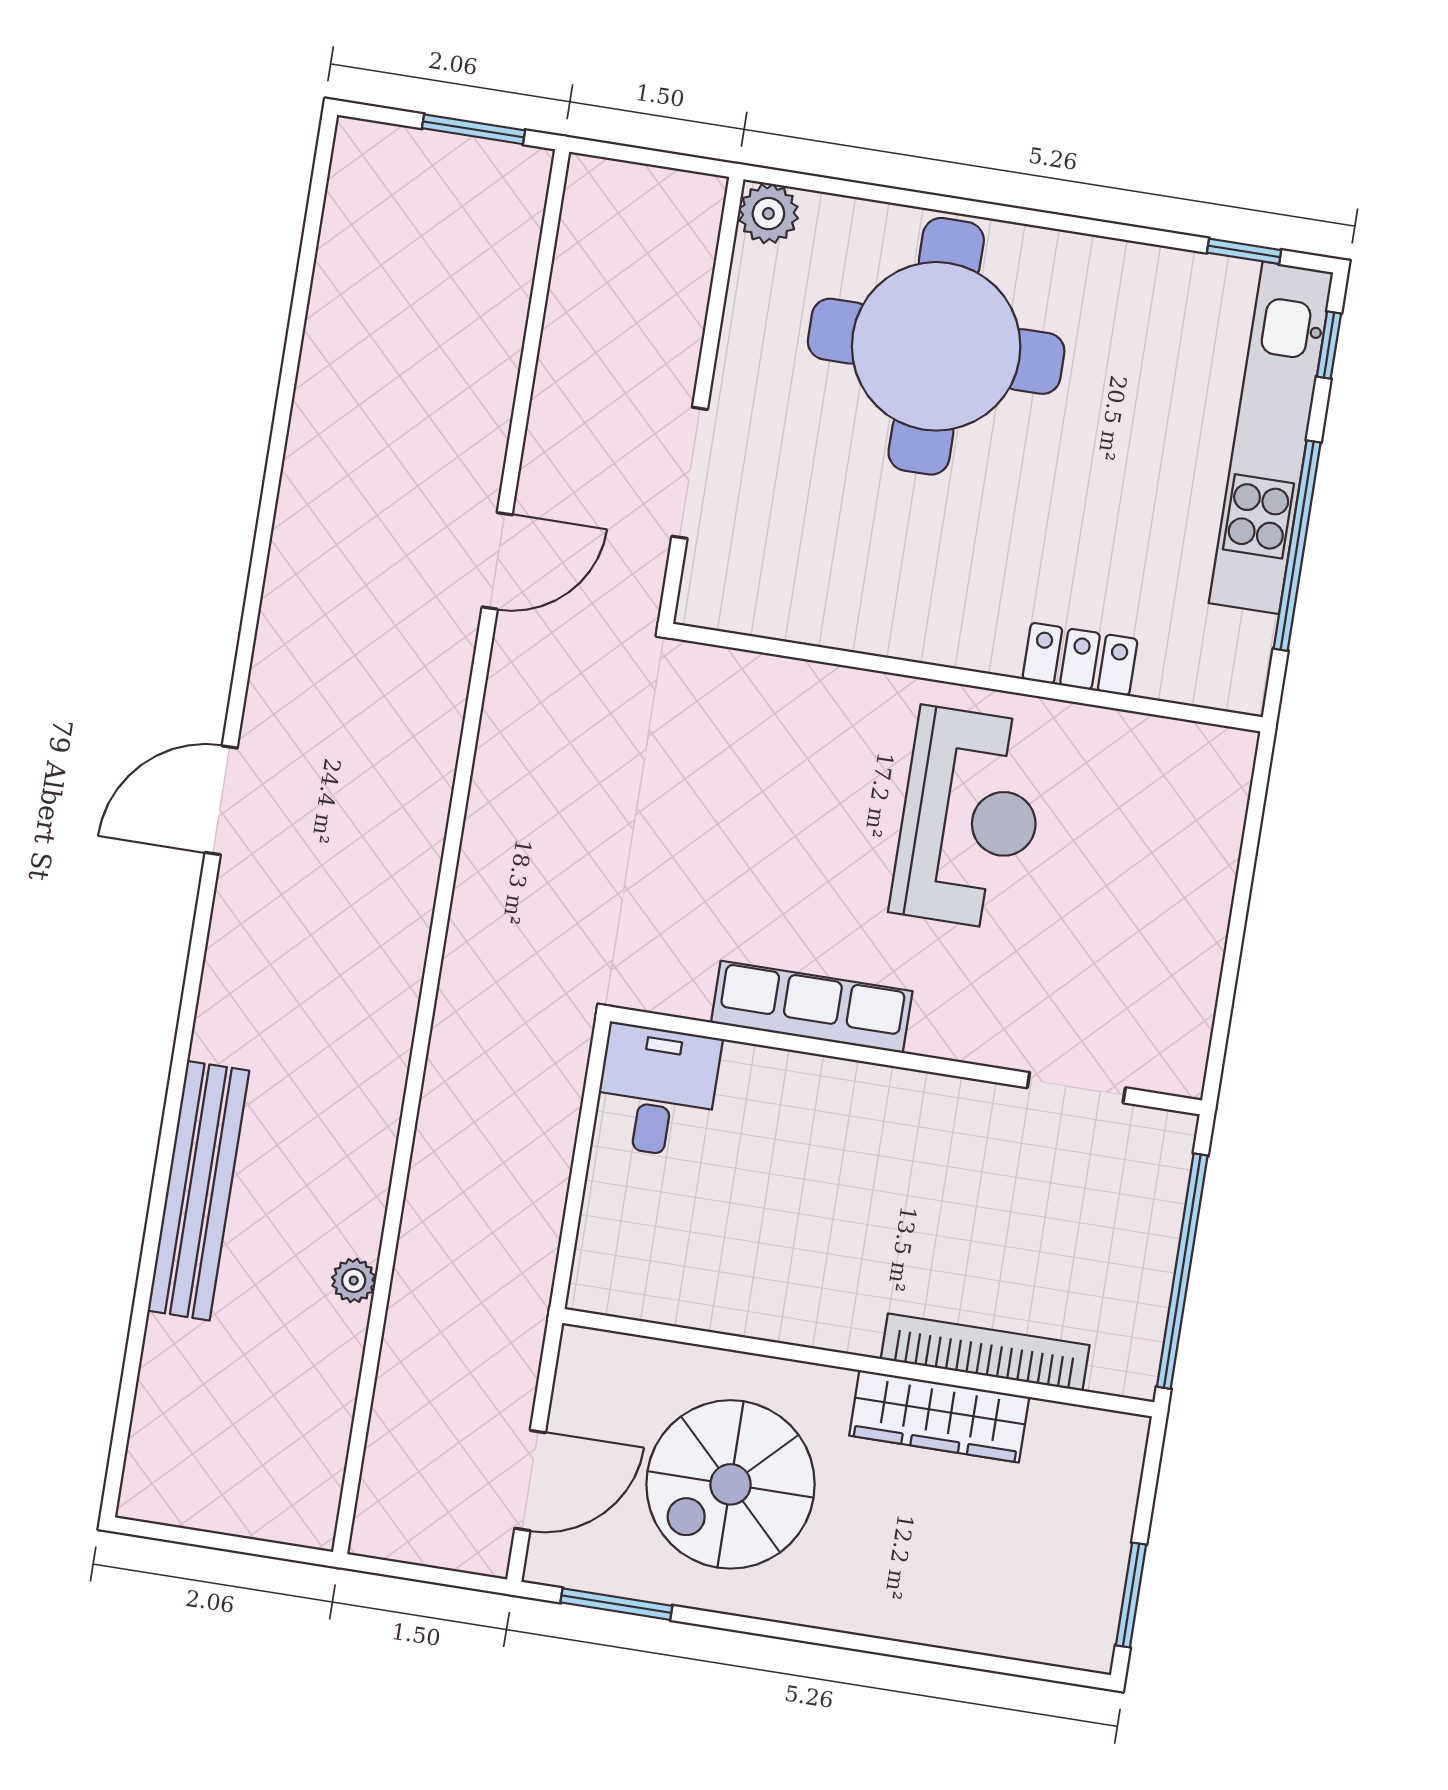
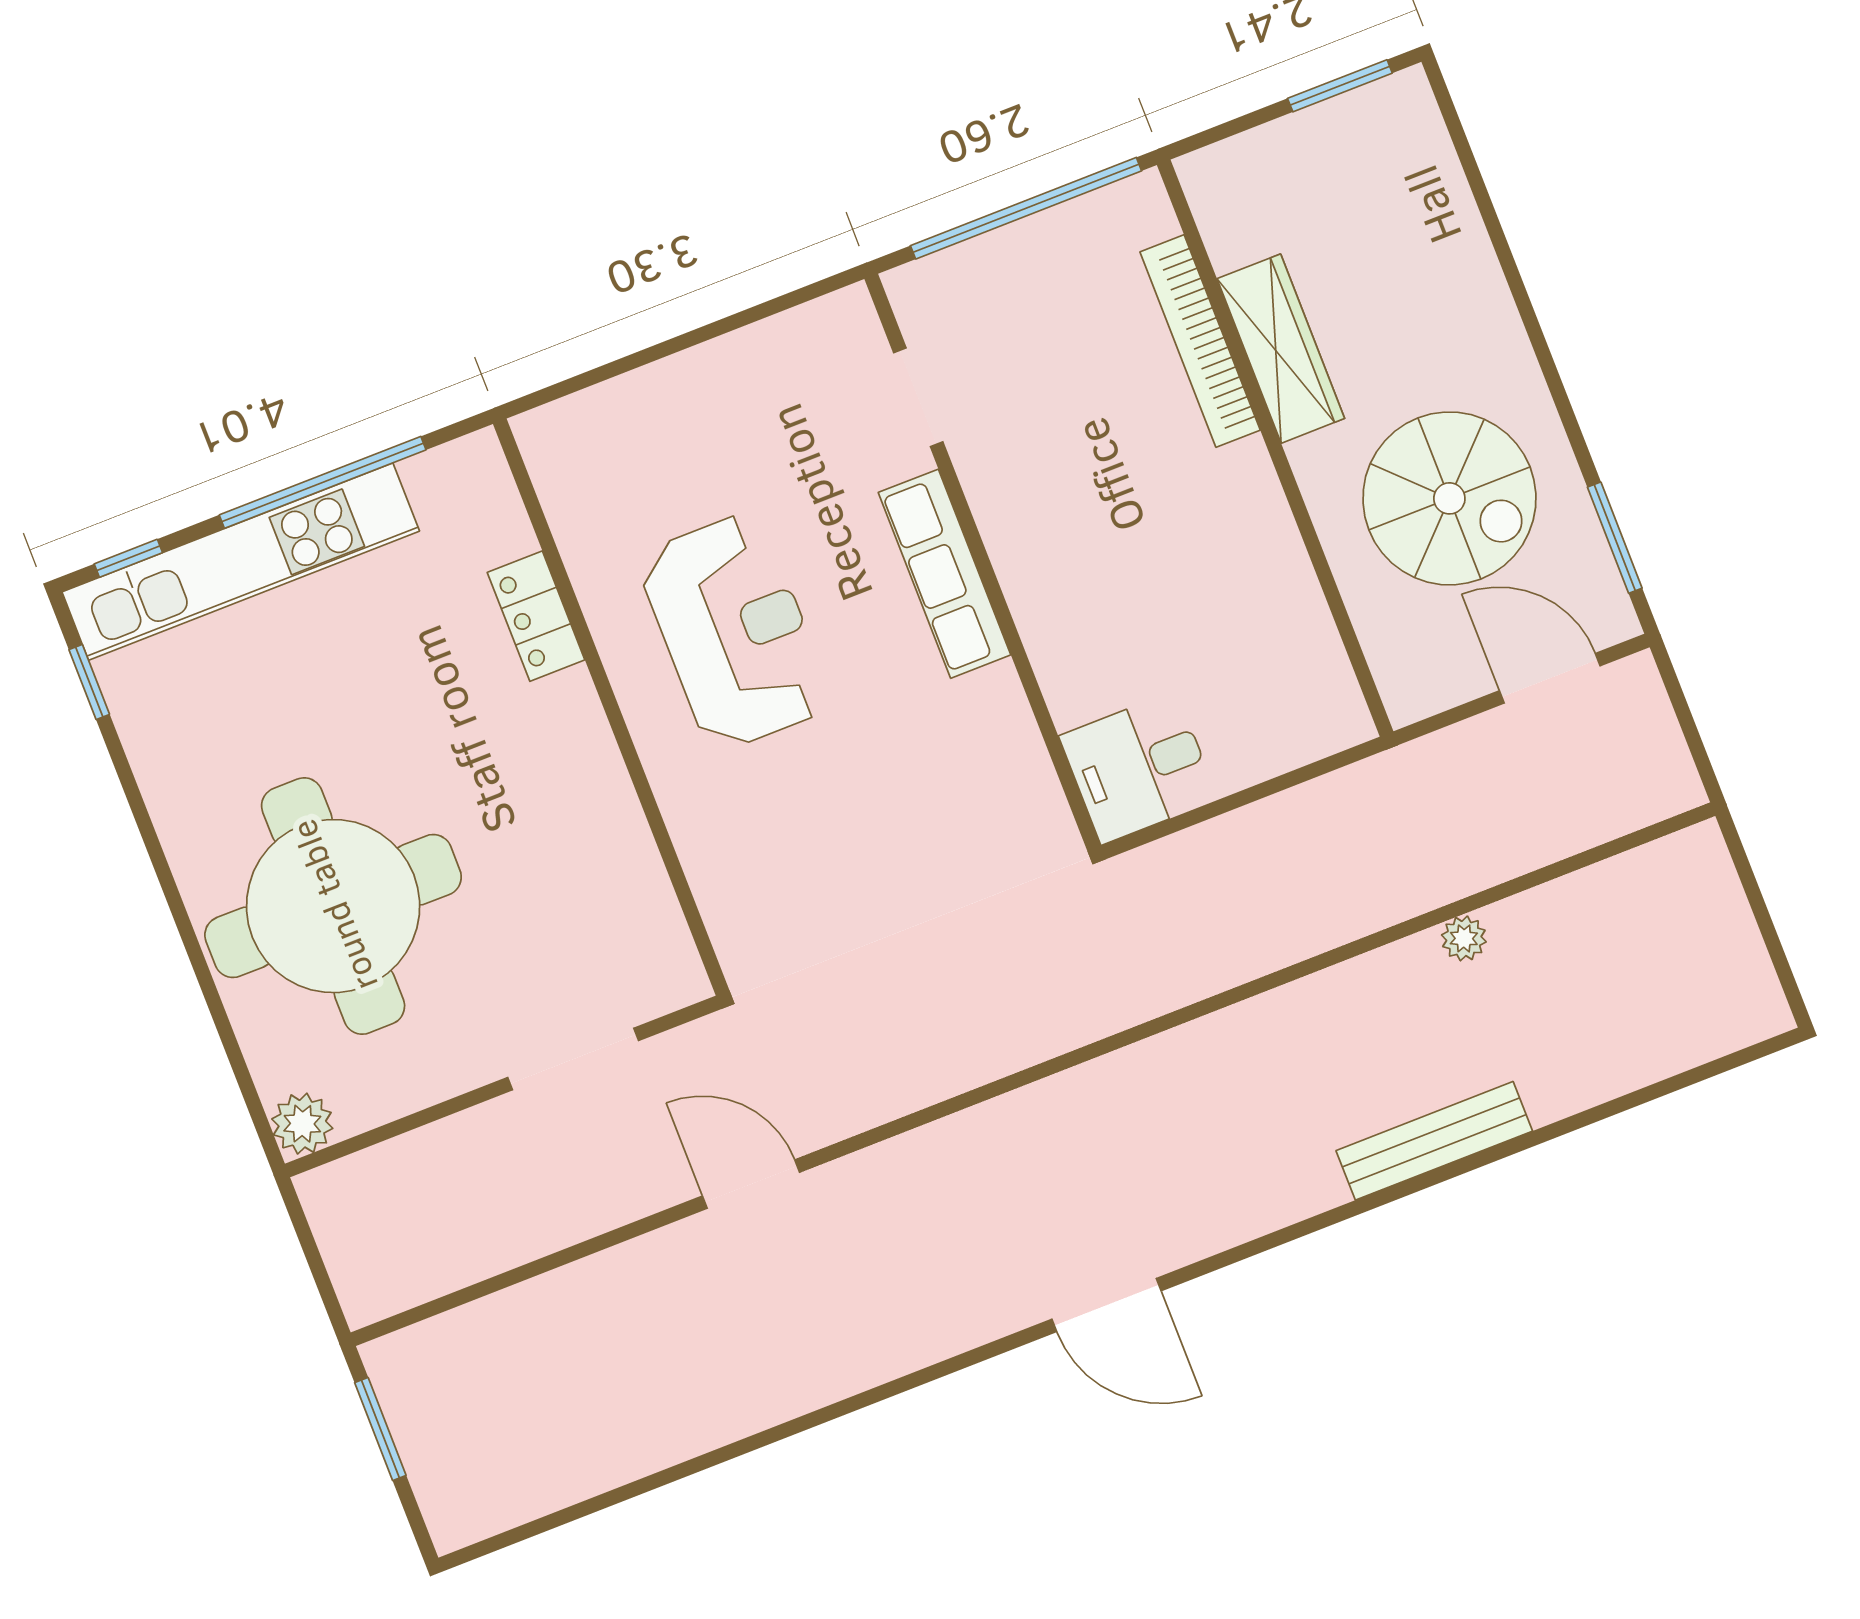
reception desk: (970, 818) -> (735, 631), turned 90
row of seats: (812, 1007) -> (945, 574), moved
bench: (198, 1191) -> (1434, 1141), width x0.73, depth x0.82

